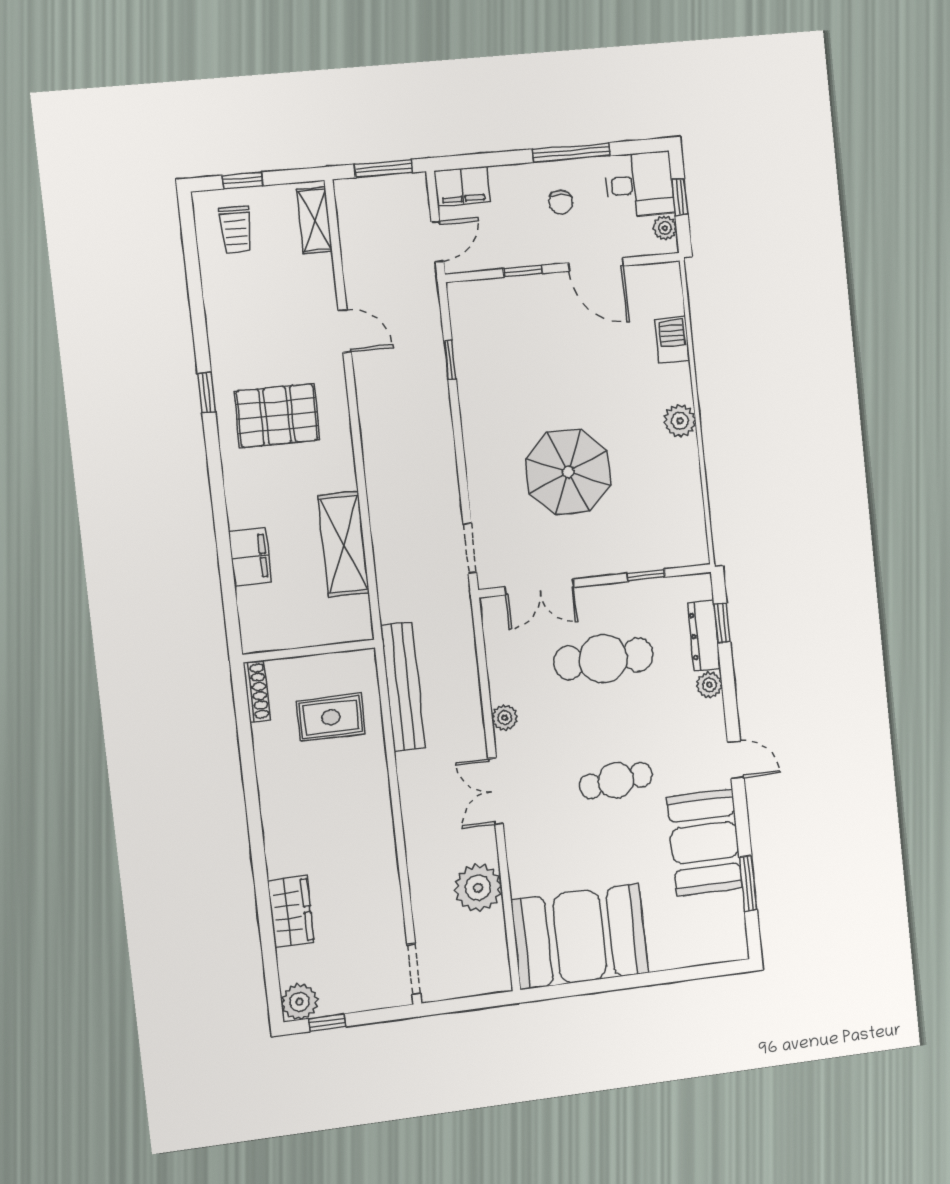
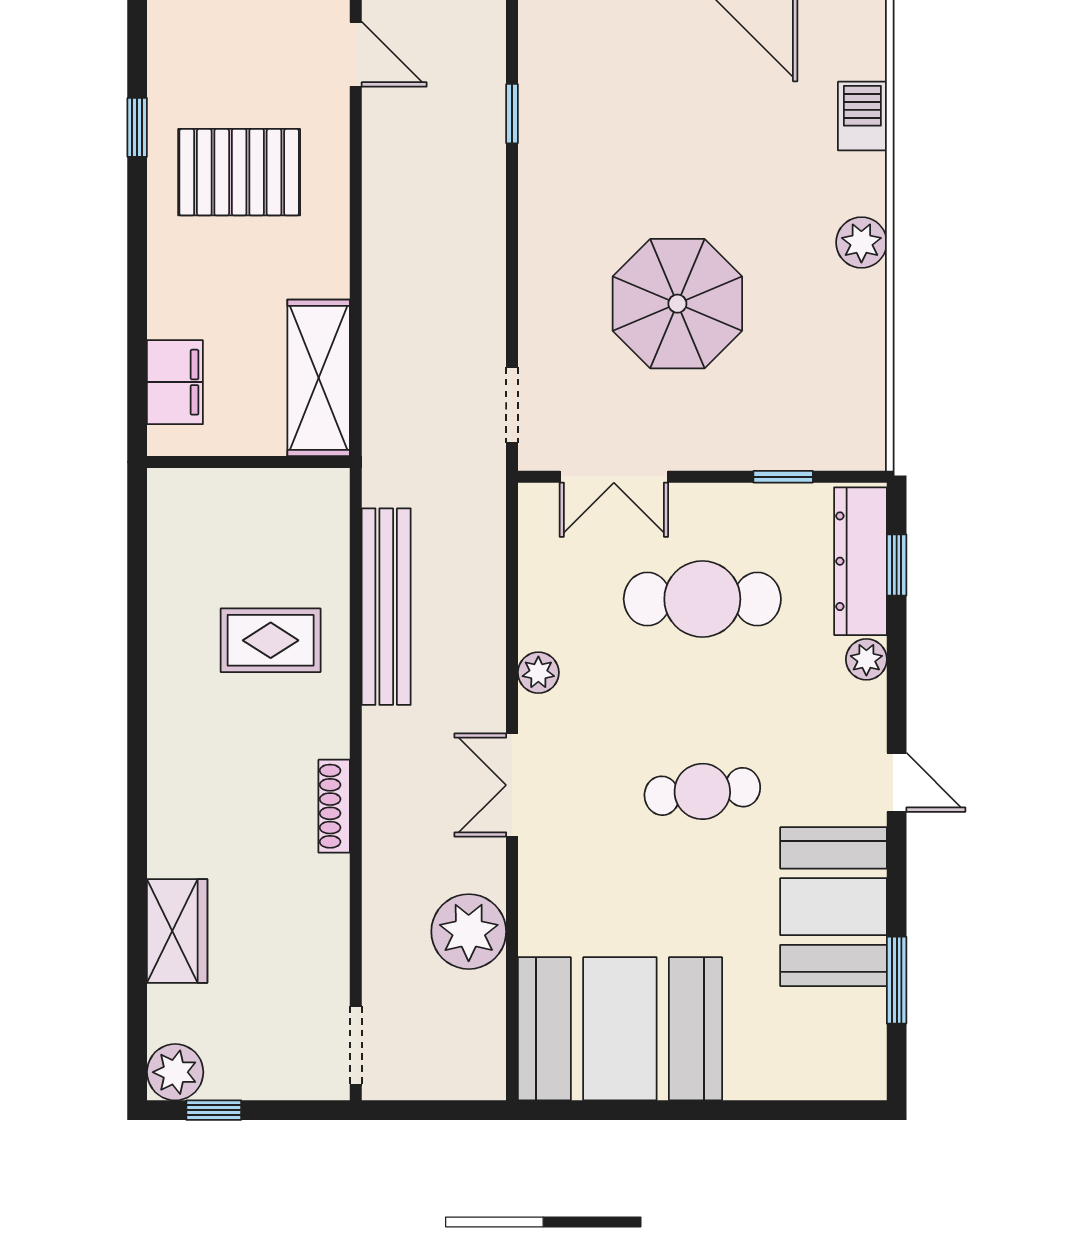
dresser: (704, 635) -> (860, 561), width x1.37, depth x1.24
wall: (309, 651) -> (248, 462), moved
shoe rack: (257, 691) -> (334, 806), moved, turned 180

